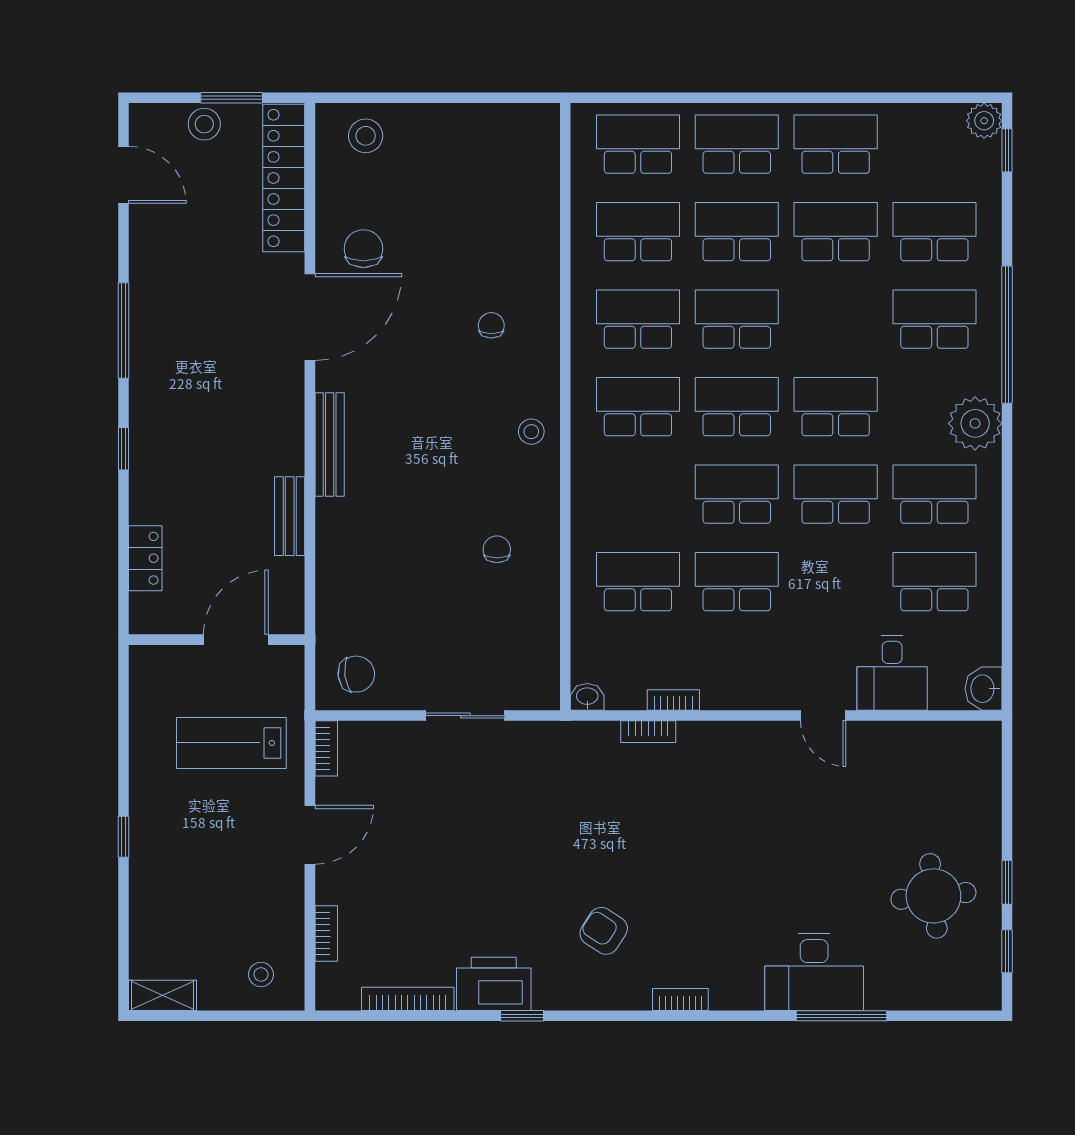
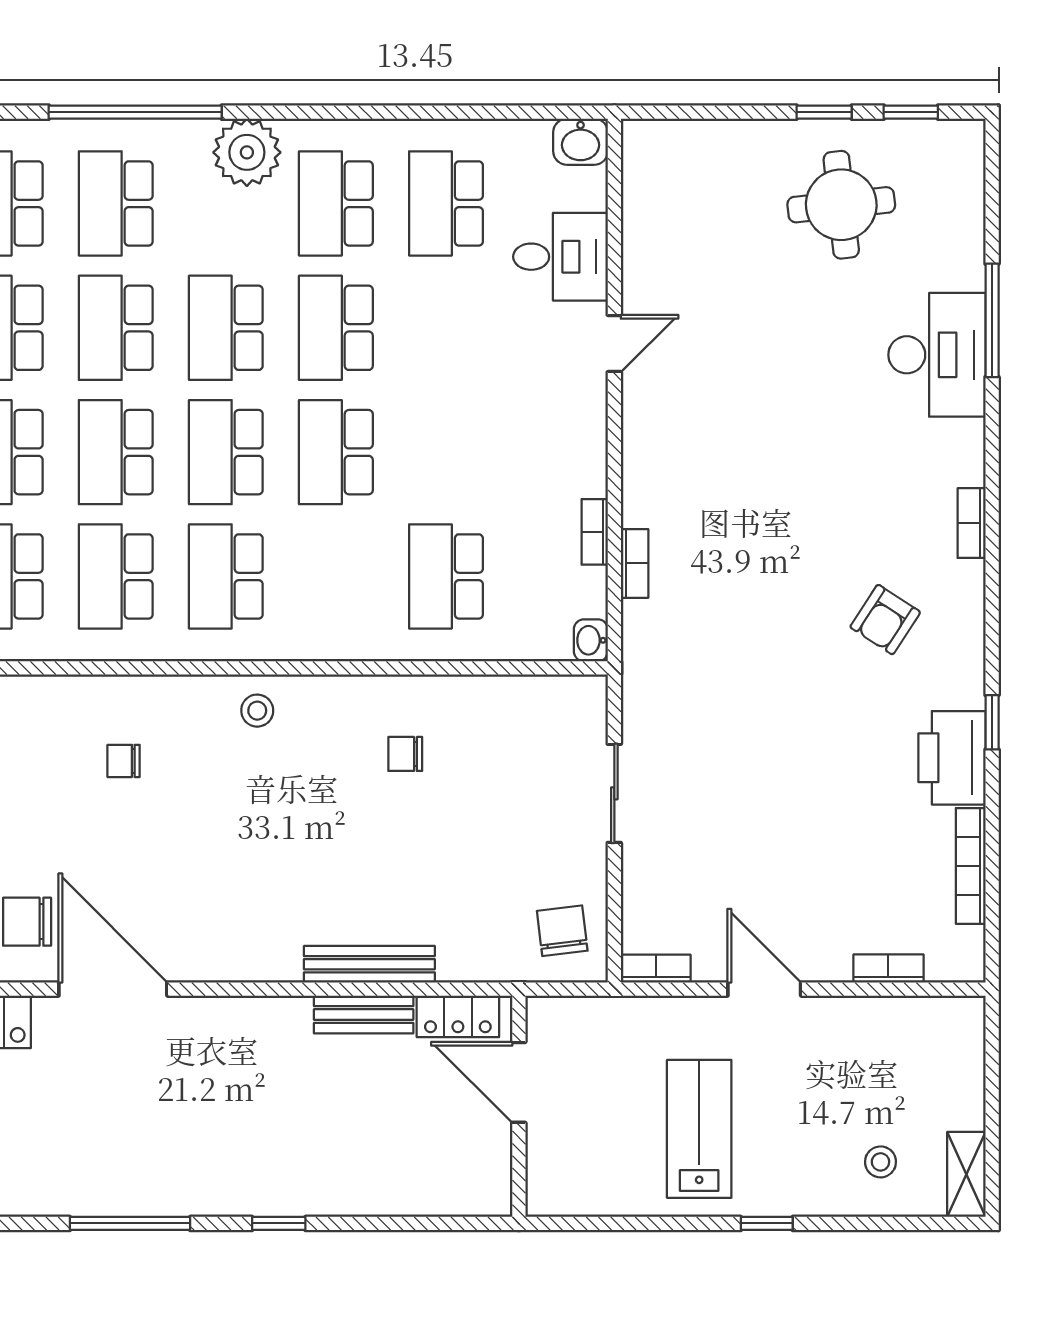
bench: (330, 445) -> (369, 964), moved
locker: (145, 558) -> (458, 1016), moved, turned 180
school desk: (737, 582) -> (116, 328), moved
lab bench: (231, 743) -> (699, 1129), moved, turned 180
stool: (261, 974) -> (880, 1162), moved

